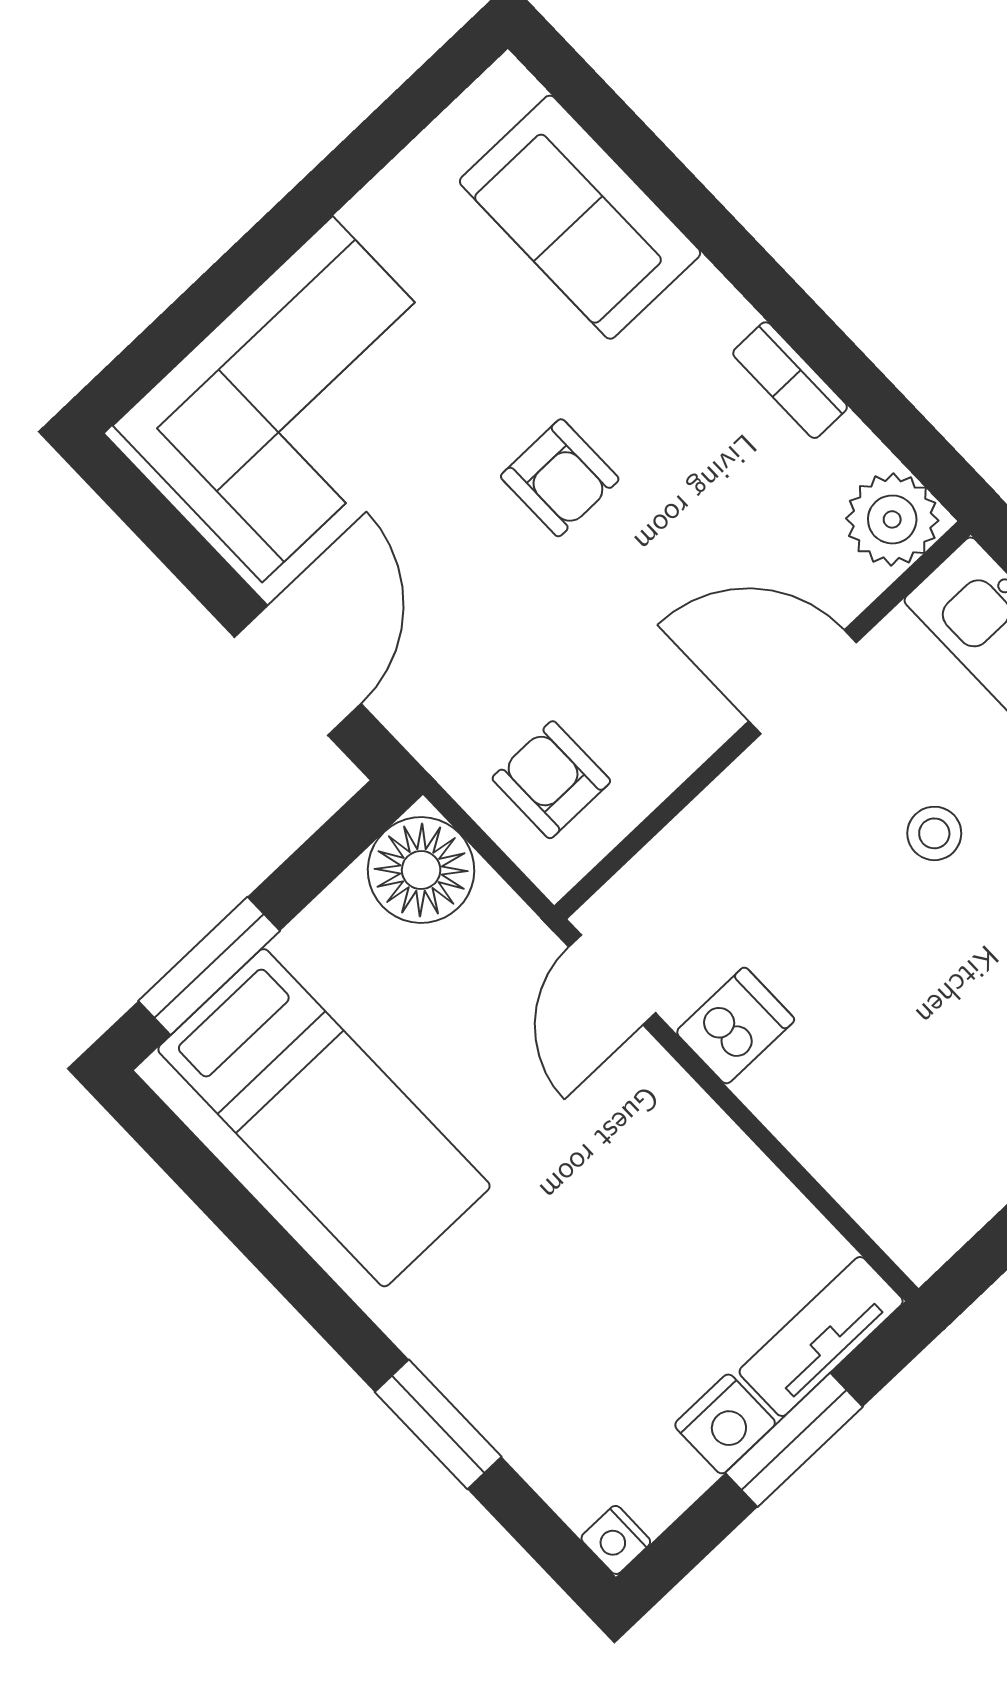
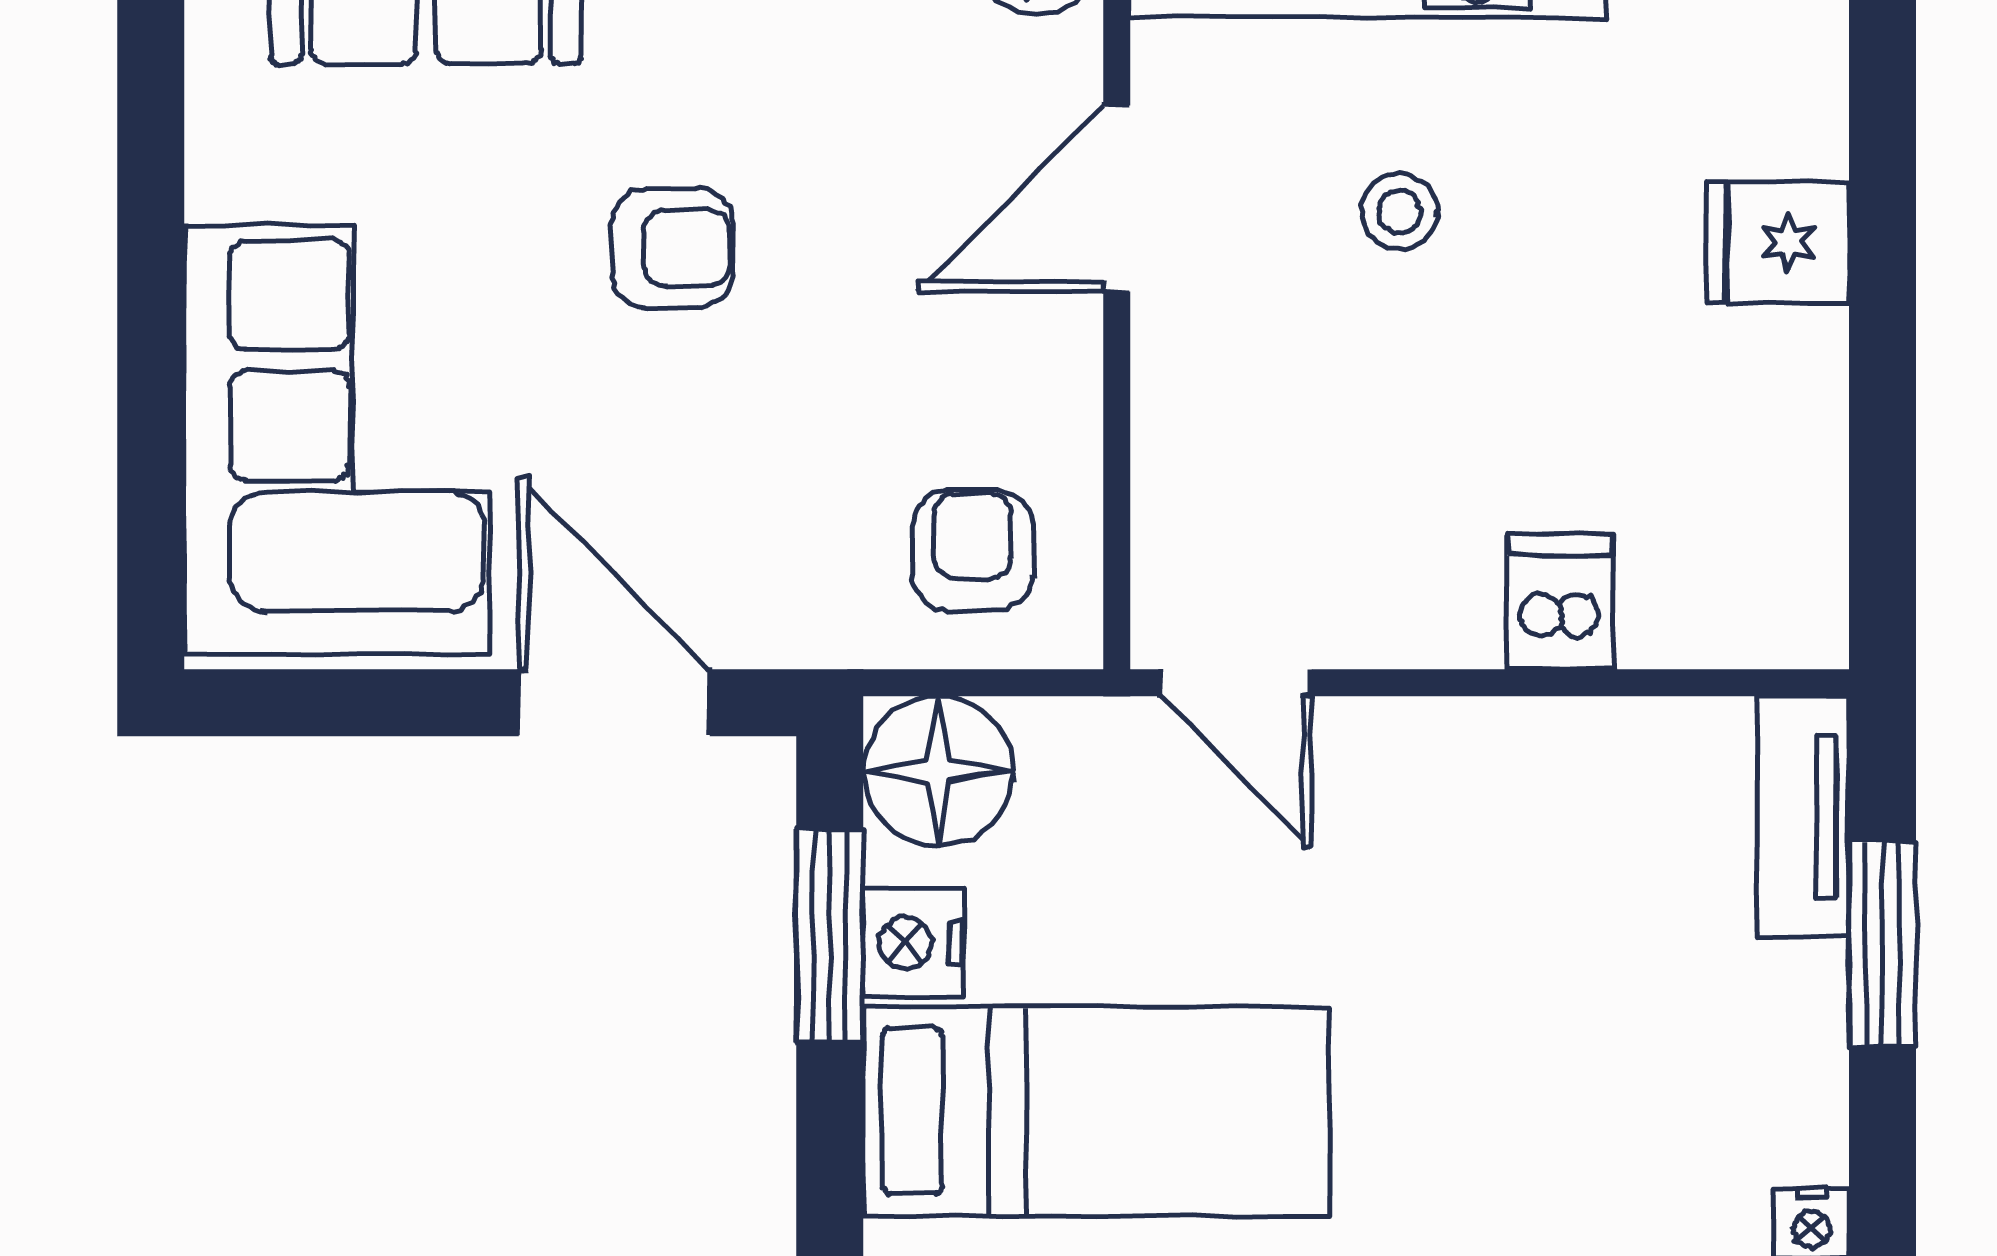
armchair: (551, 780) -> (972, 550), turned 90
window: (209, 966) -> (830, 935), moved
dishwasher: (735, 1026) -> (1560, 602), moved
nightstand: (725, 1424) -> (913, 943), moved, turned 180

